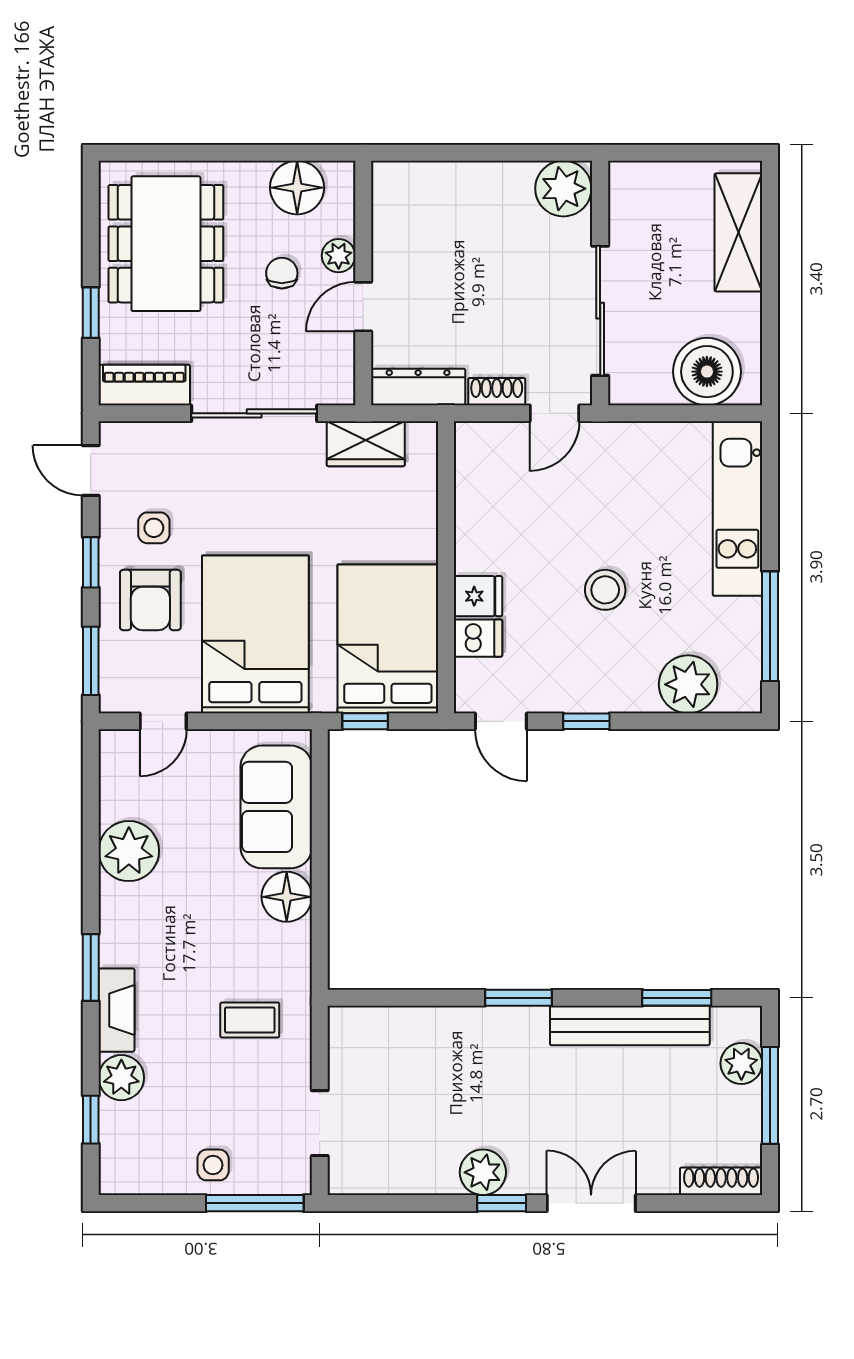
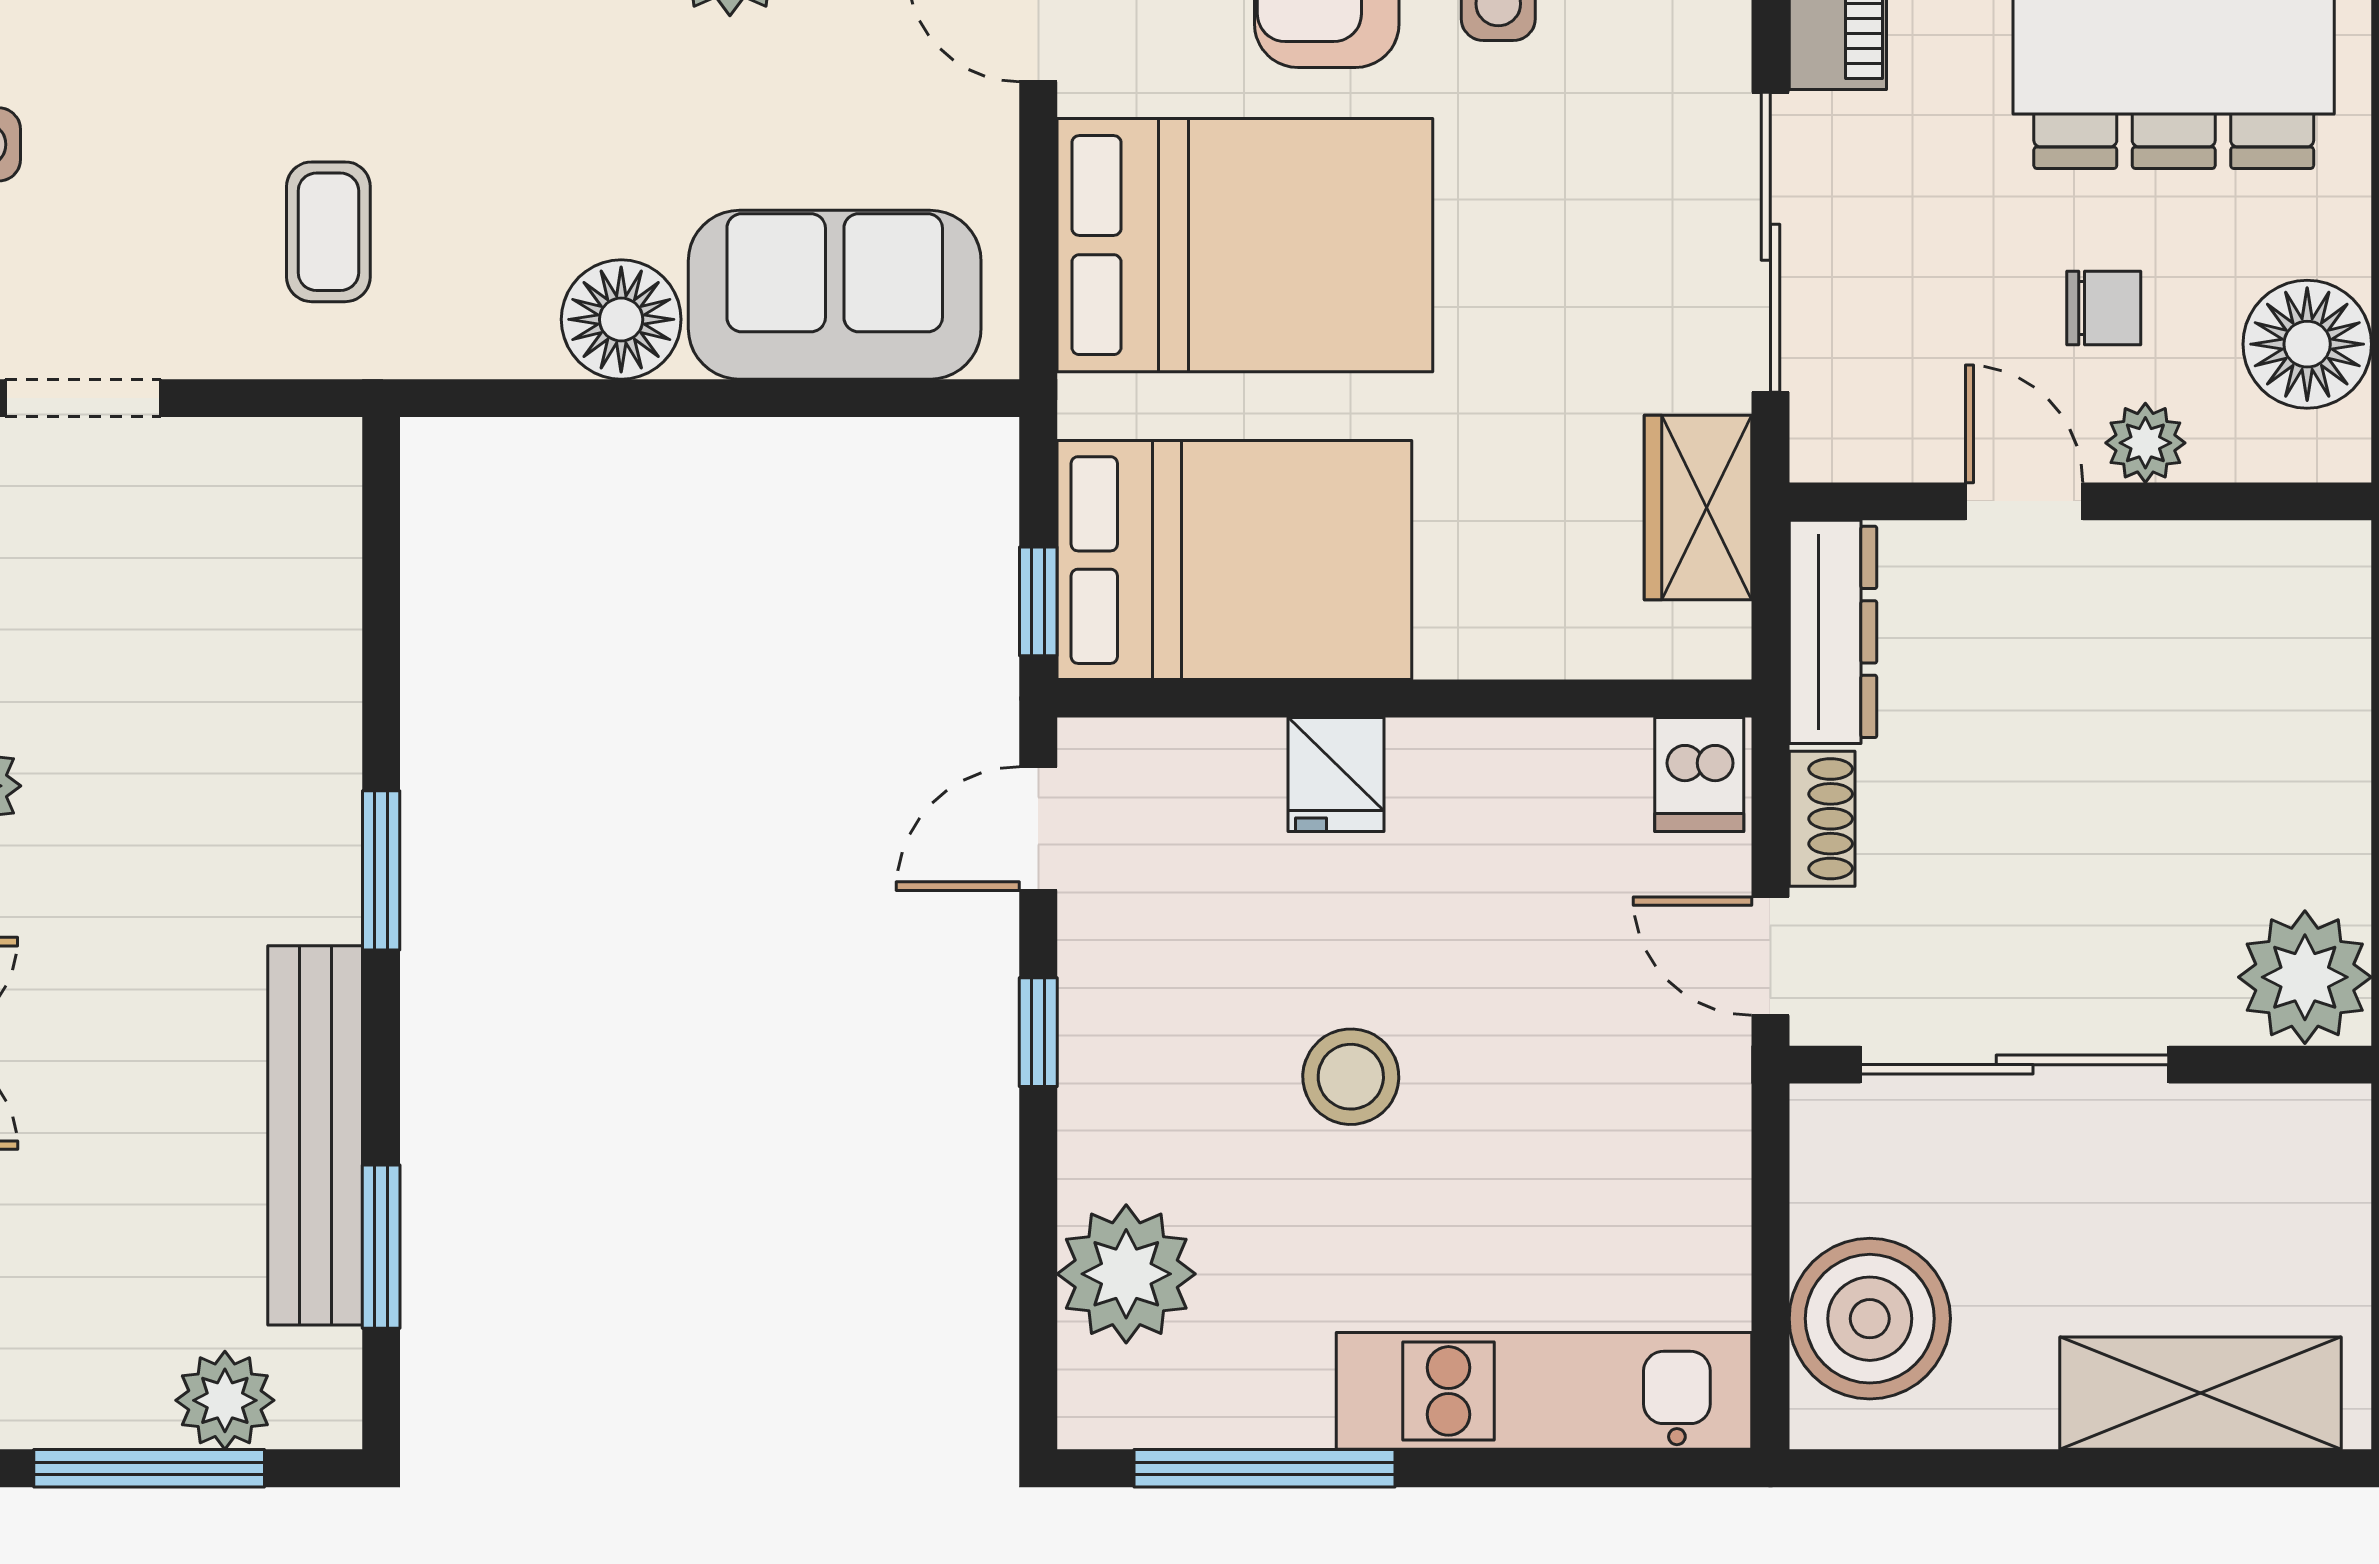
dishwasher: (478, 638) -> (1699, 774), moved
window: (365, 721) -> (1038, 601), moved

